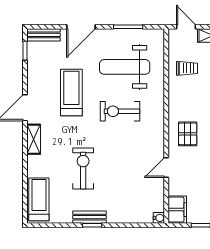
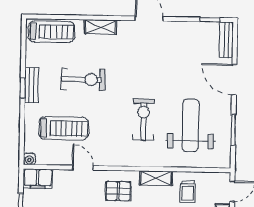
treadmill: (71, 93) -> (64, 128), moved
shelving: (175, 99) -> (156, 178), added
shelving: (34, 139) -> (101, 27), moved

